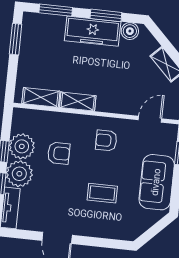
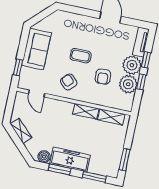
door: (150, 119) -> (37, 94), hinge flipped
armchair: (106, 140) -> (69, 82), turned -136
armchair: (59, 153) -> (103, 77), turned -94
coffee table: (102, 193) -> (80, 56), moved

